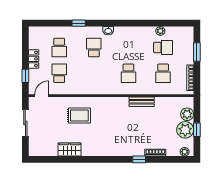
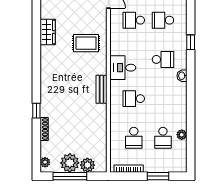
school desk: (59, 73) -> (134, 20), turned 180
school desk: (163, 73) -> (134, 138), turned -90
desk: (101, 83) -> (123, 68), added
bench: (142, 102) -> (102, 89), moved
rug: (79, 116) -> (86, 43), turned 90
window: (197, 130) -> (70, 176), width x2.17

